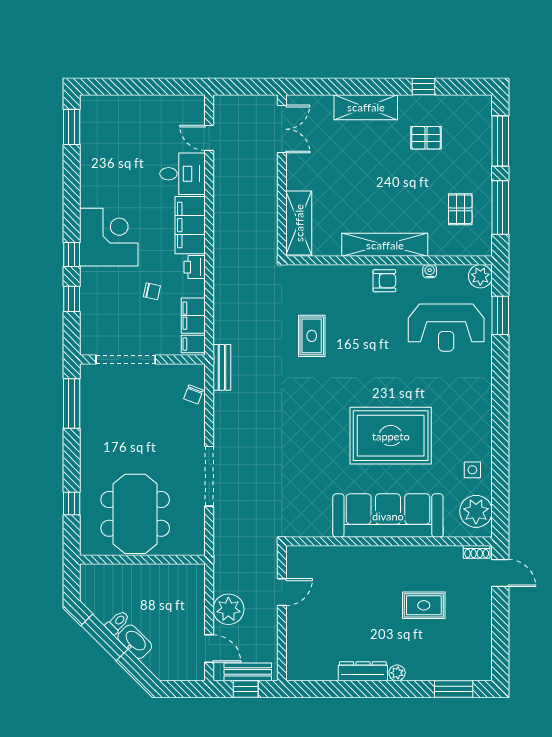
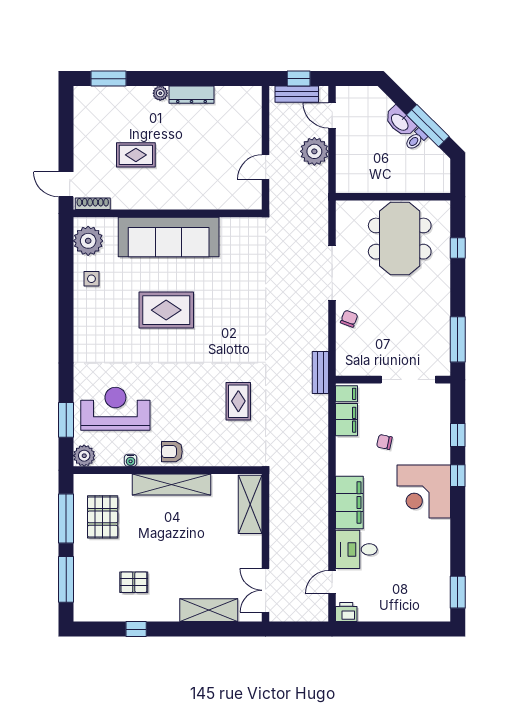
shelving: (366, 107) -> (209, 610), moved
door: (209, 138) -> (332, 582), swing flipped
pallet: (460, 209) -> (103, 517), width x1.50, depth x1.42
printer: (195, 267) -> (346, 612), moved, turned -90
chair: (193, 394) -> (349, 319), moved
rug: (391, 436) -> (166, 310), width x0.73, depth x0.69
shoe rack: (477, 552) -> (93, 204), width x1.43

